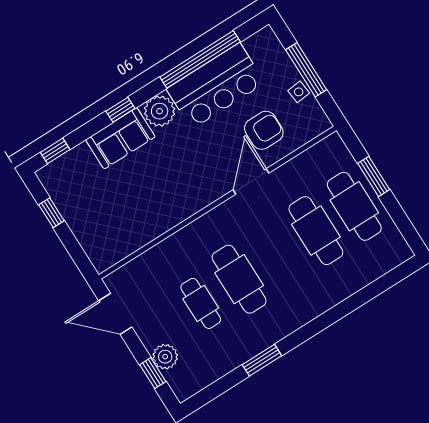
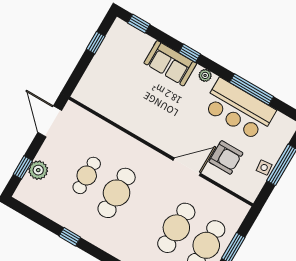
window: (200, 59) -> (252, 89), width x0.68
plant: (160, 111) -> (205, 75), width x0.53, depth x0.53
window: (262, 360) -> (70, 237), width x0.67

